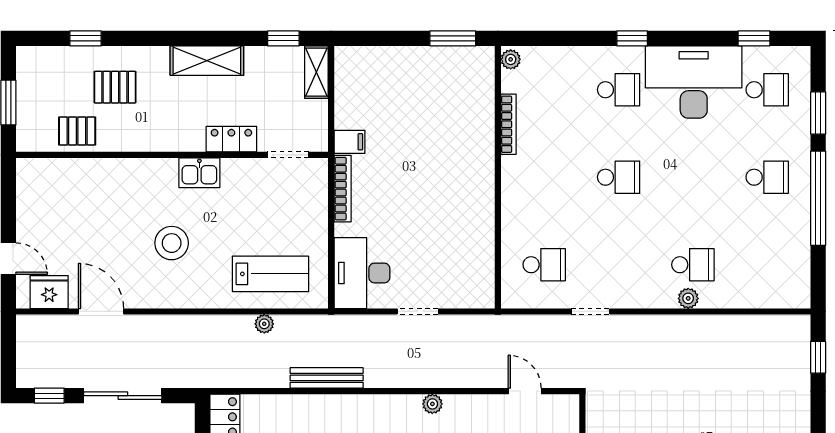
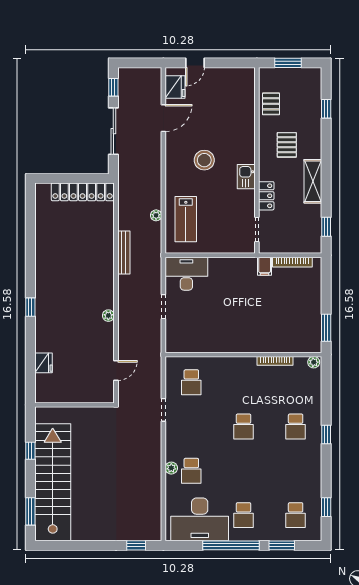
shelving: (316, 72) -> (306, 246), removed
desk: (694, 82) -> (200, 519), moved, turned 90
pallet: (115, 87) -> (287, 145), moved
bookcase: (343, 189) -> (292, 262), moved

